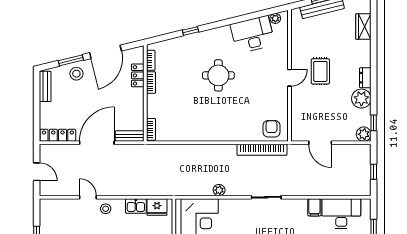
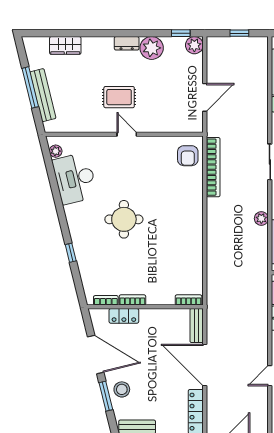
armchair: (271, 129) -> (188, 156), turned -90

